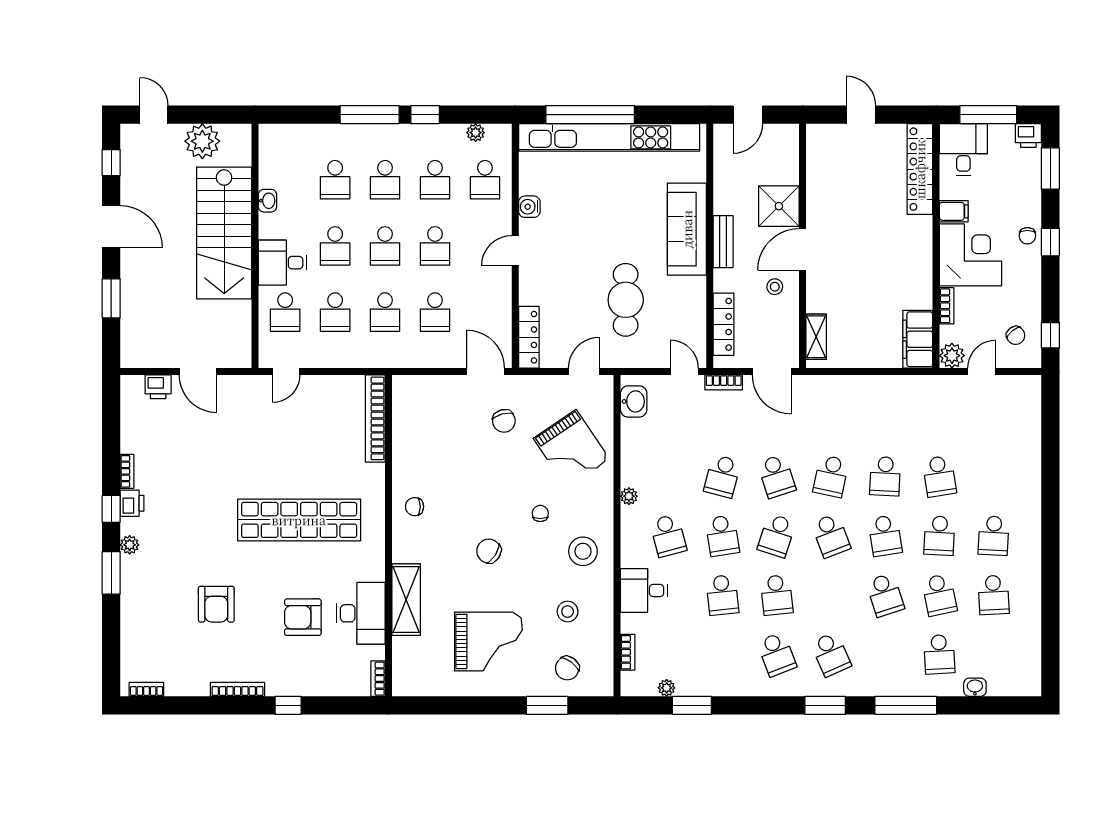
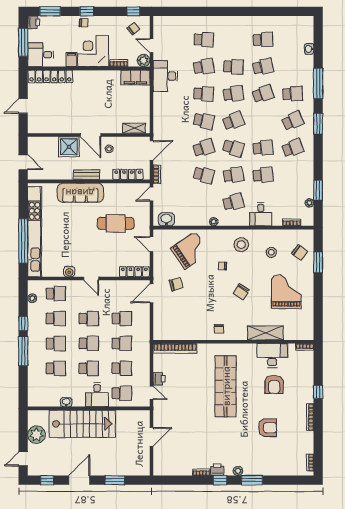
printer: (158, 387) -> (159, 379), moved
desk: (921, 399) -> (165, 76), added
school desk: (994, 536) -> (204, 40), moved
school desk: (939, 654) -> (293, 94), moved

